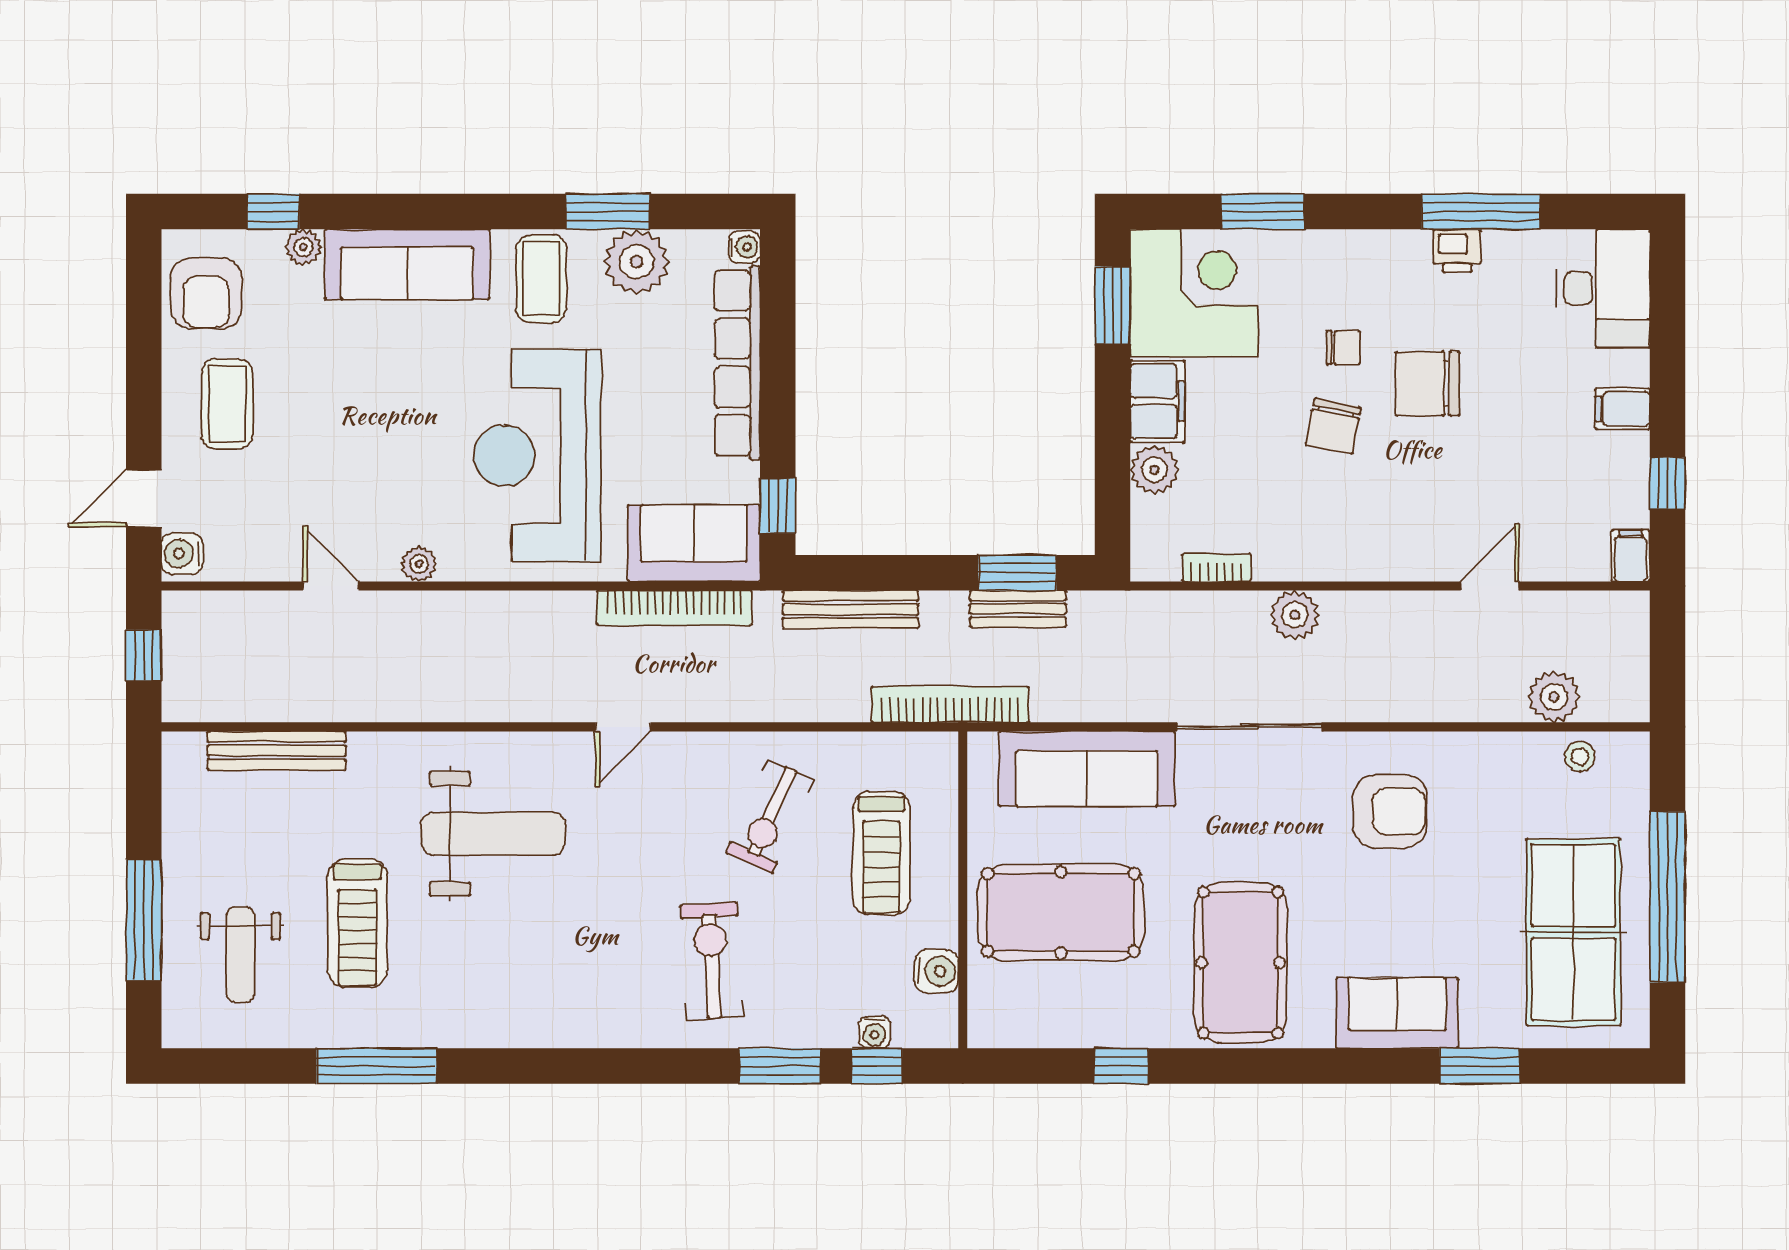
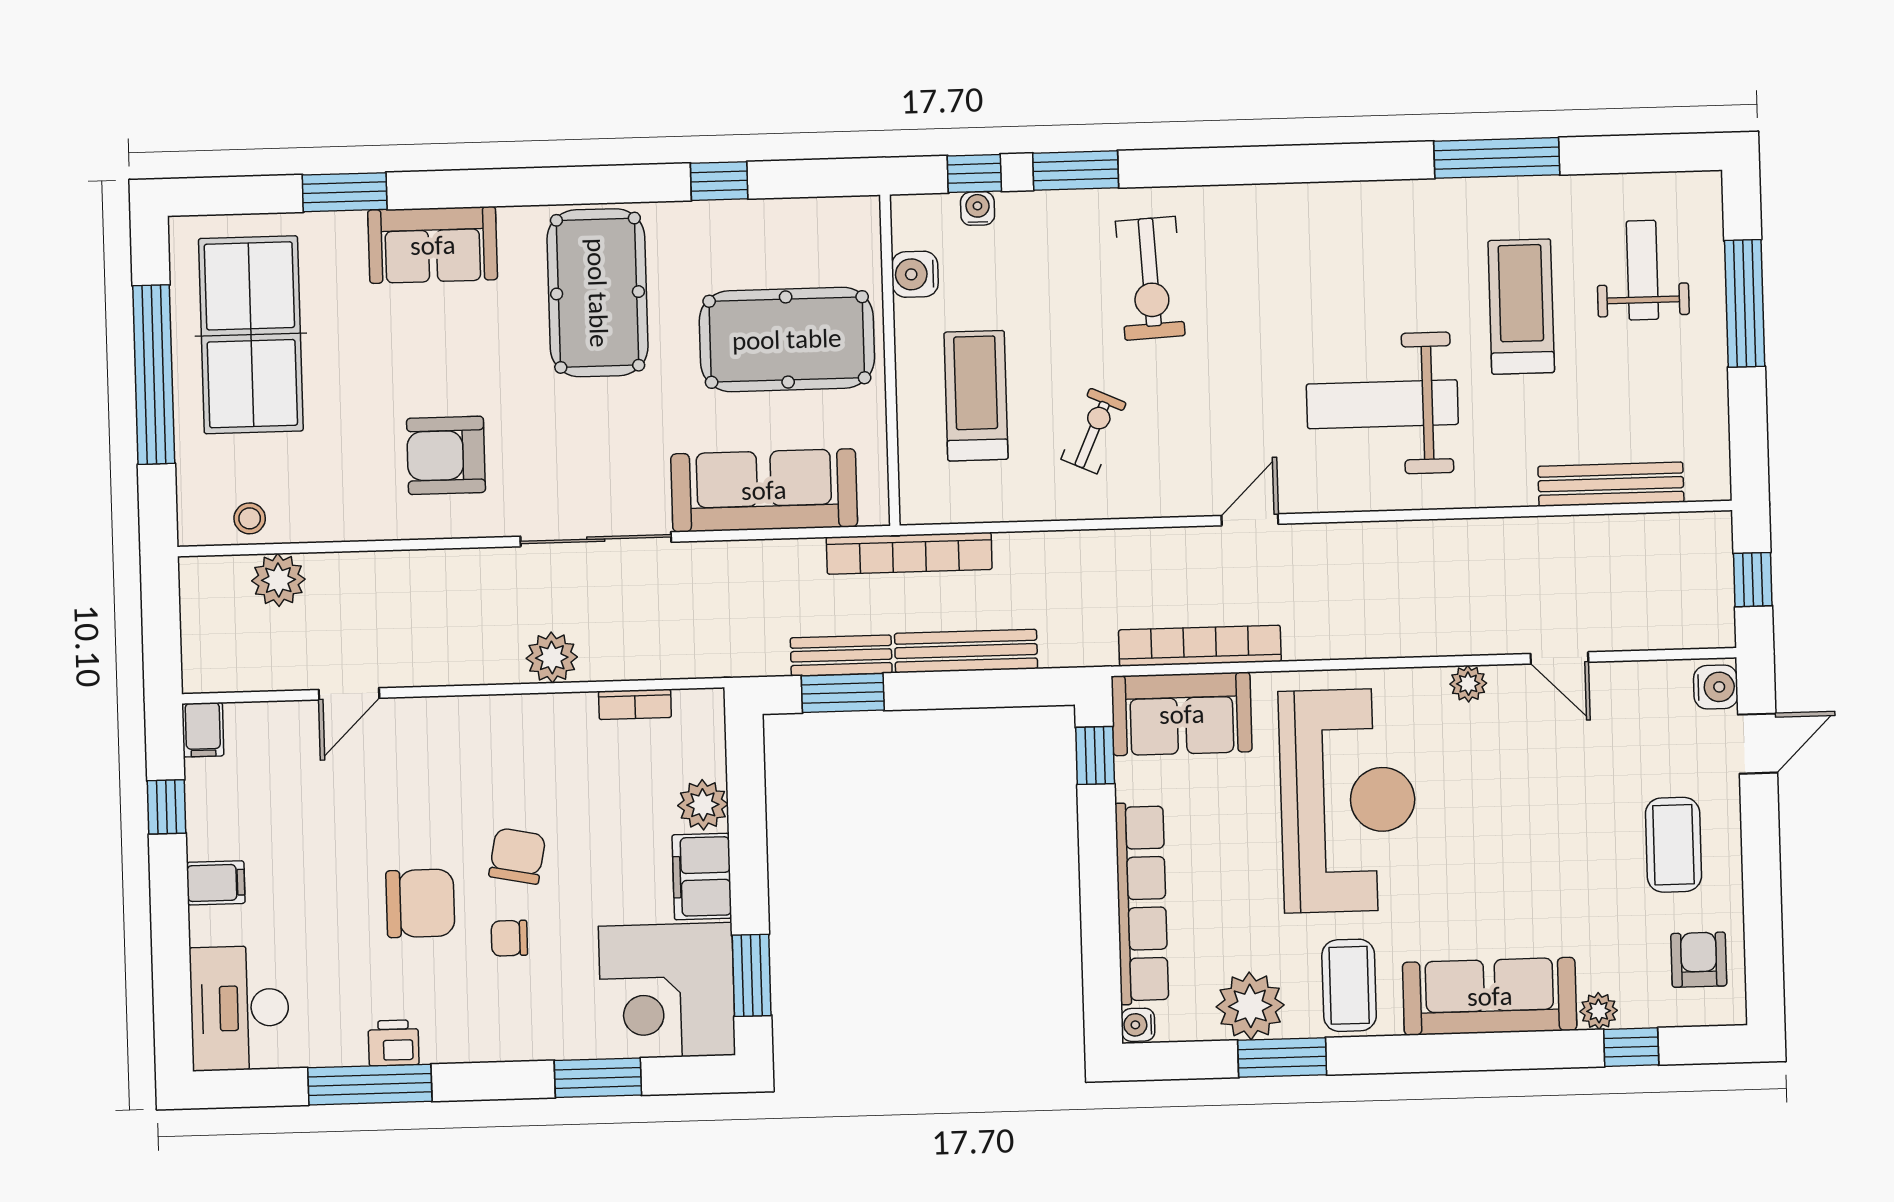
armchair: (206, 293) -> (1699, 960), width x0.72, depth x0.72
bench: (850, 609) -> (966, 651), moved
exercise bike: (770, 816) -> (1094, 431), width x0.73, depth x0.72

